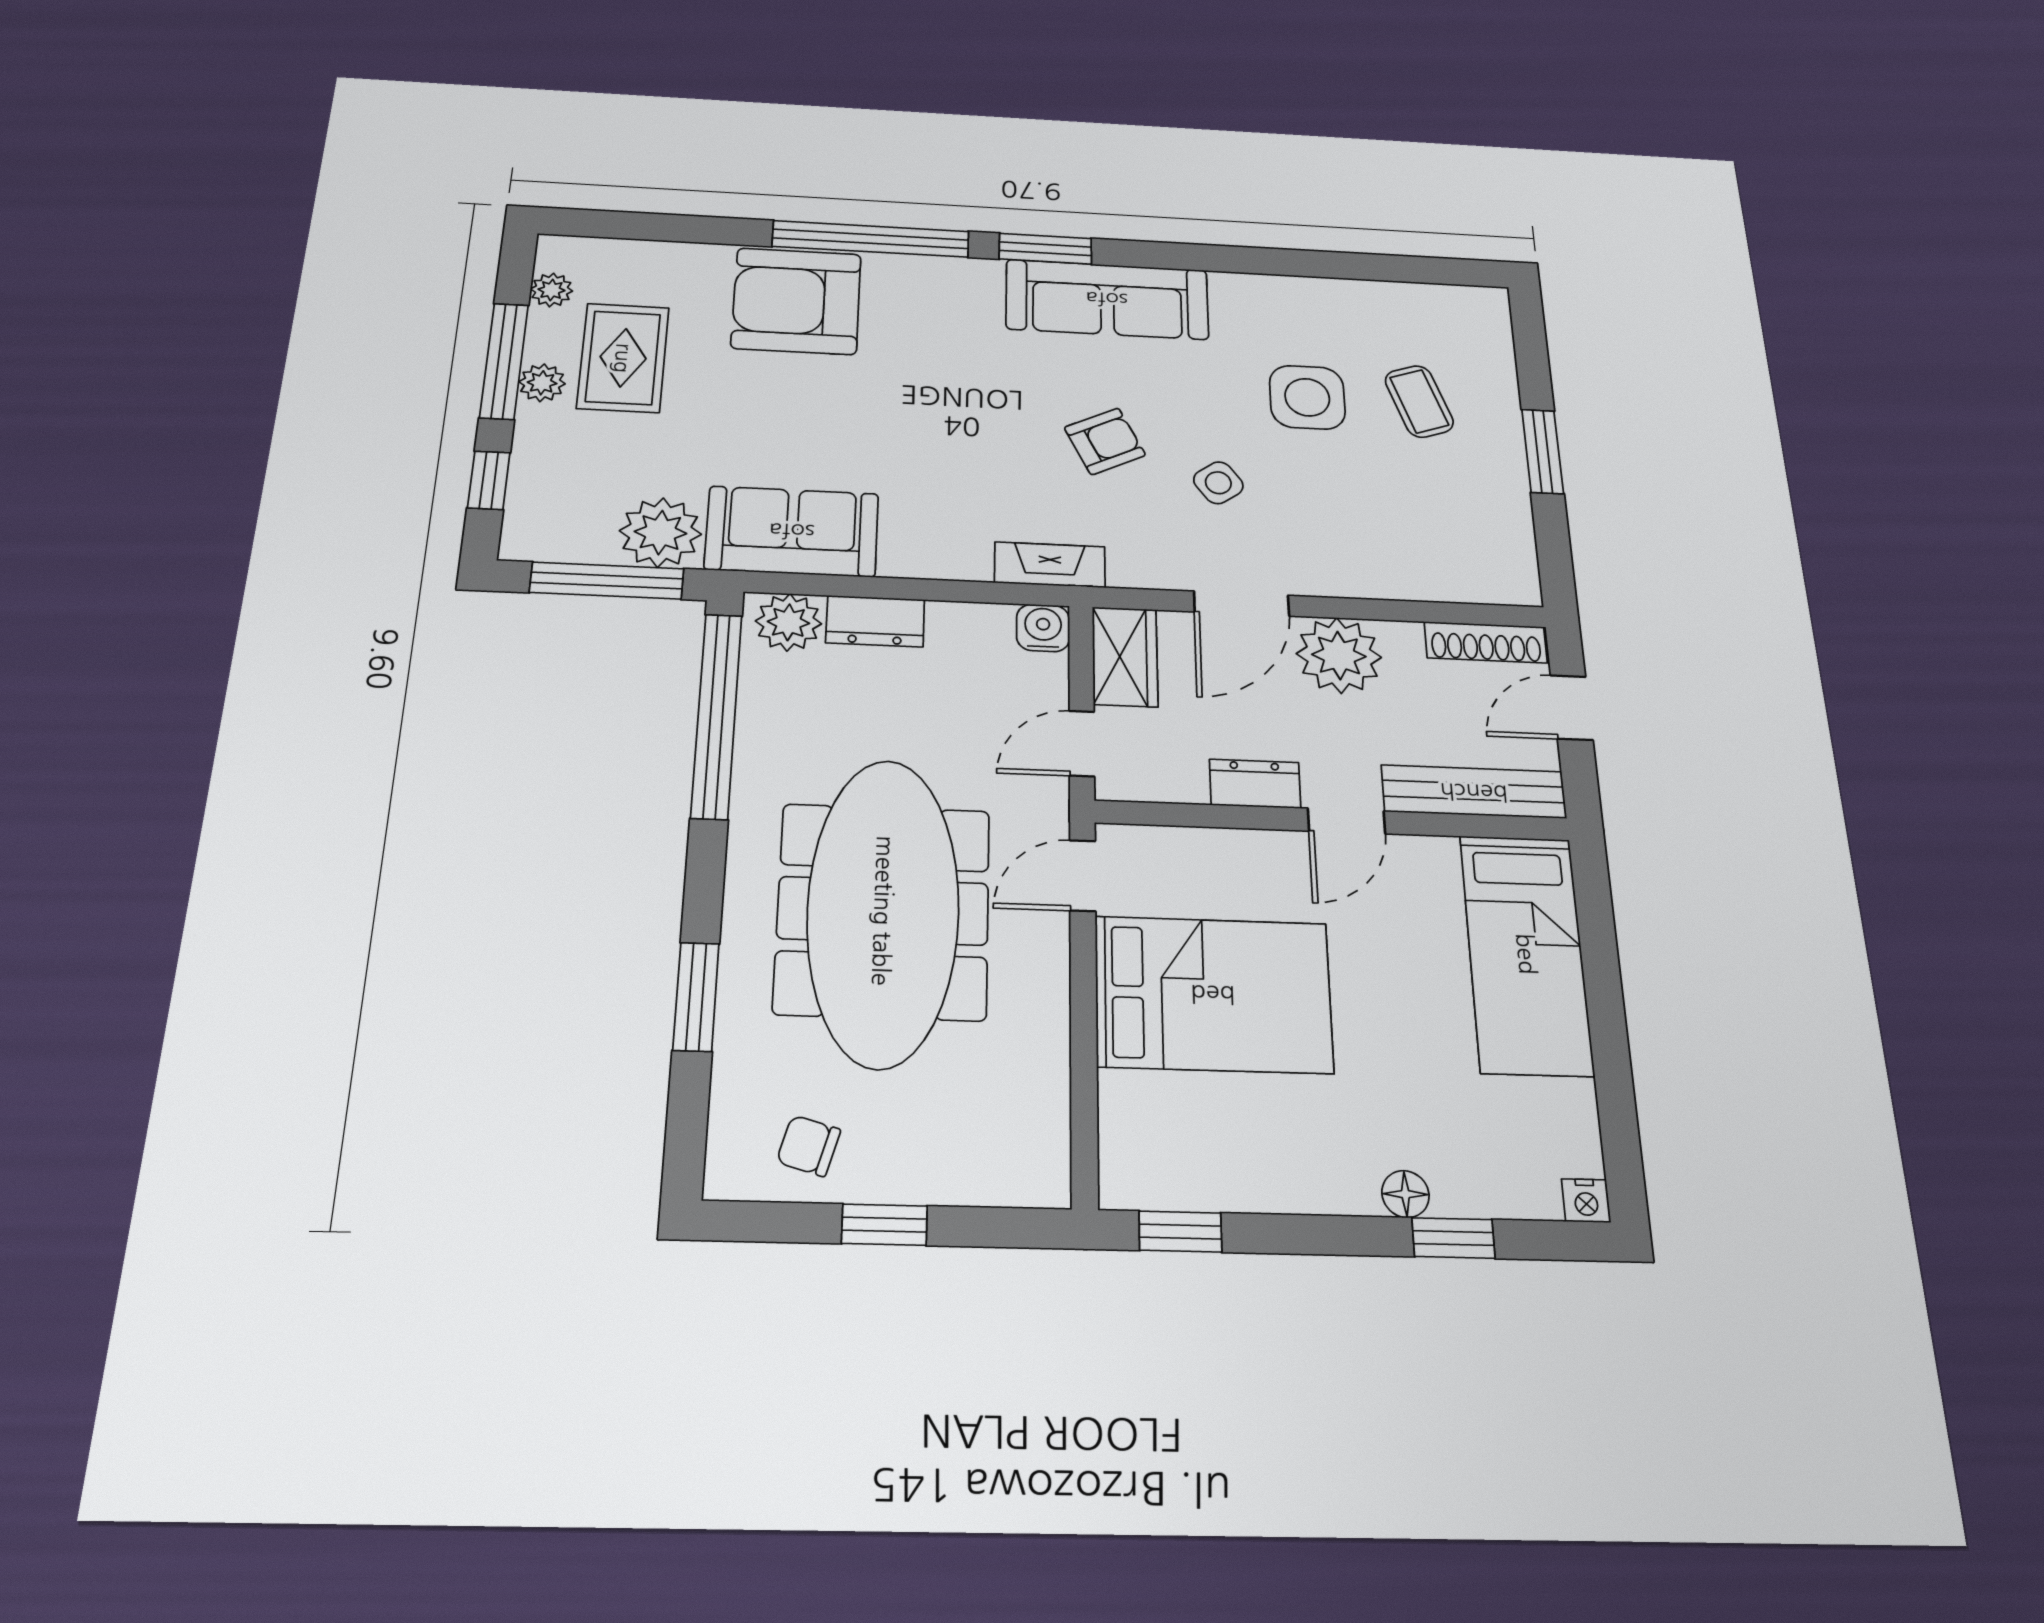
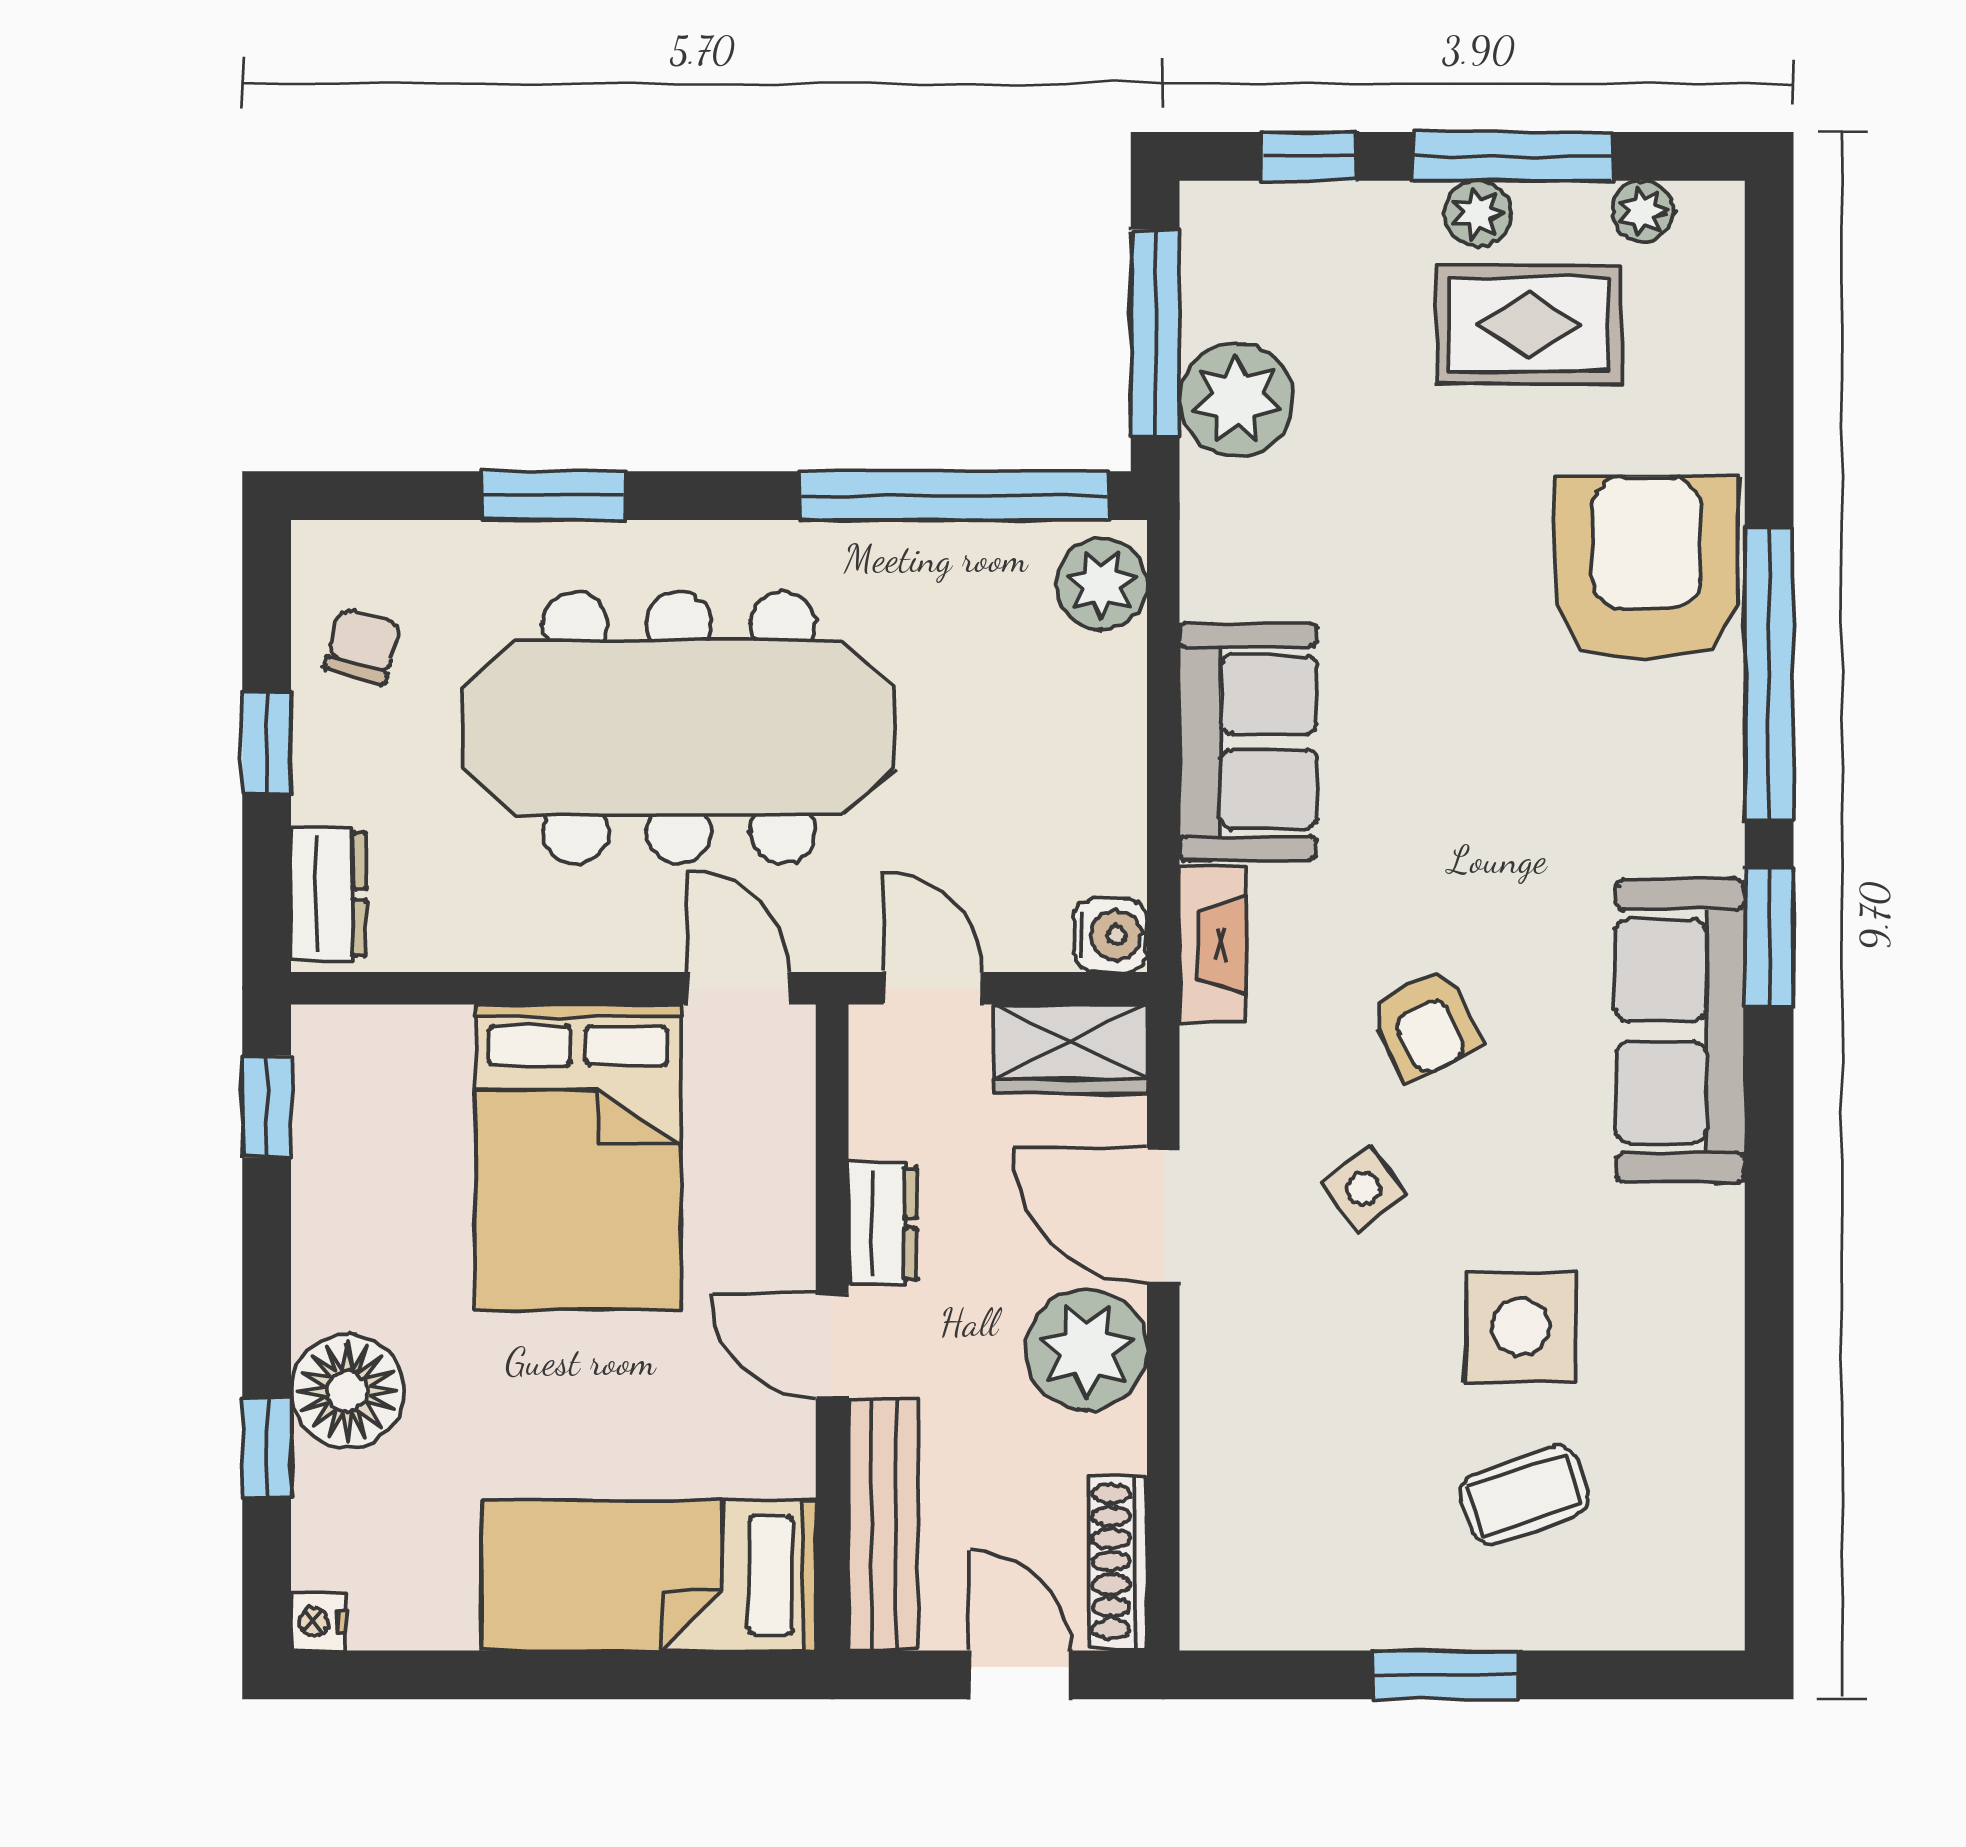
sofa: (792, 531) -> (1248, 742), moved
dresser: (875, 621) -> (329, 894), moved, turned 180
floor lamp: (1405, 1194) -> (347, 1391), width x1.89, depth x1.89

